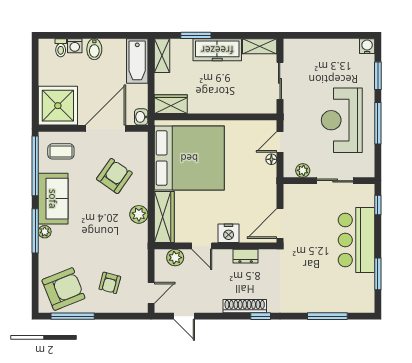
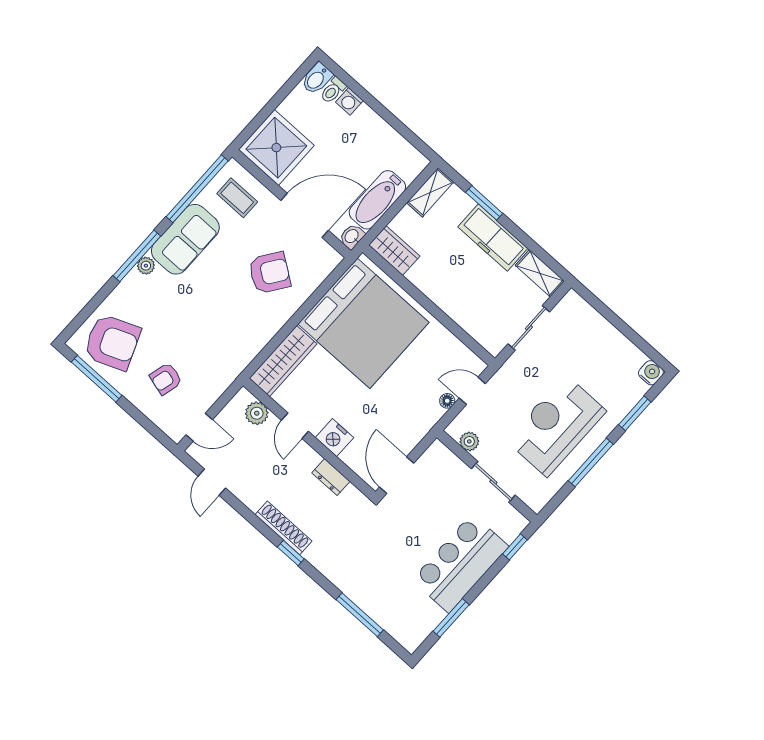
bidet: (94, 49) -> (317, 79), moved
bathtub: (137, 61) -> (377, 200), moved
plant: (139, 214) -> (259, 335), removed
door: (280, 223) -> (397, 475), hinge flipped

